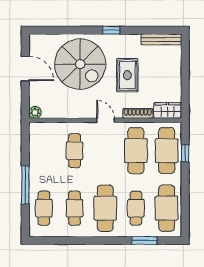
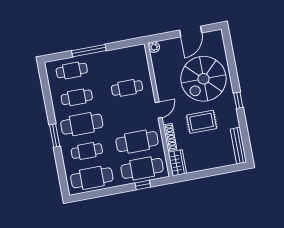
window: (144, 241) -> (55, 135), moved

